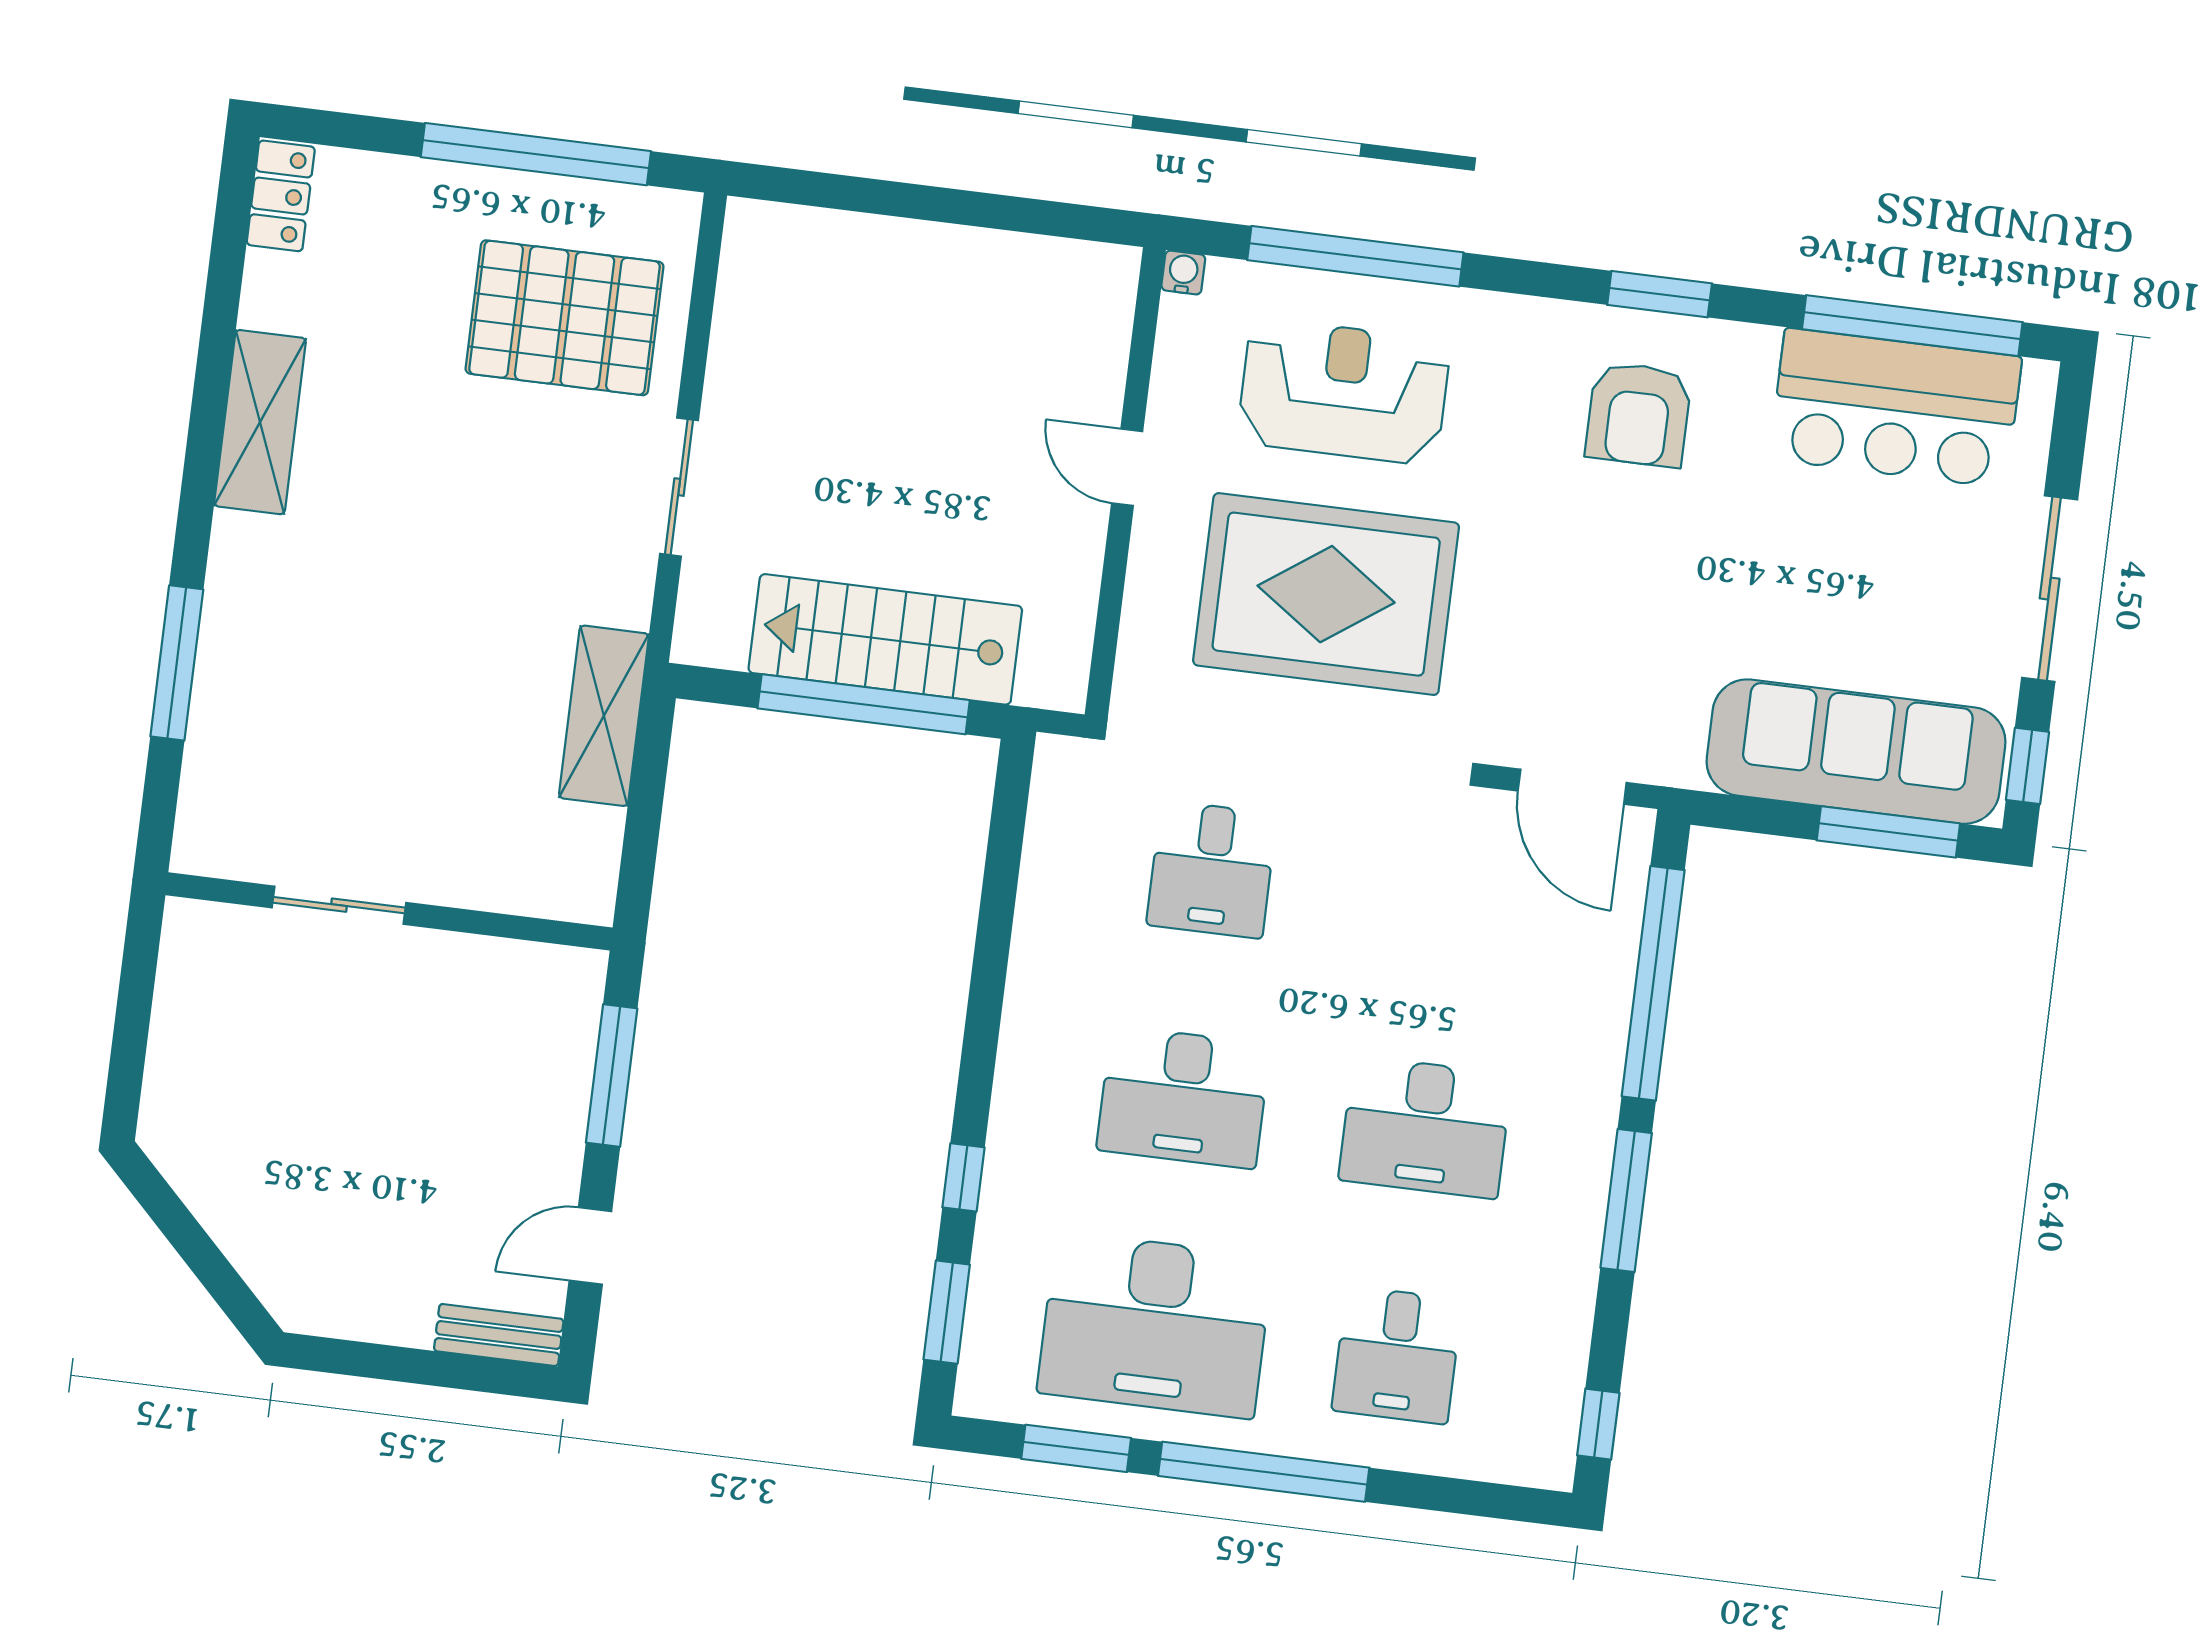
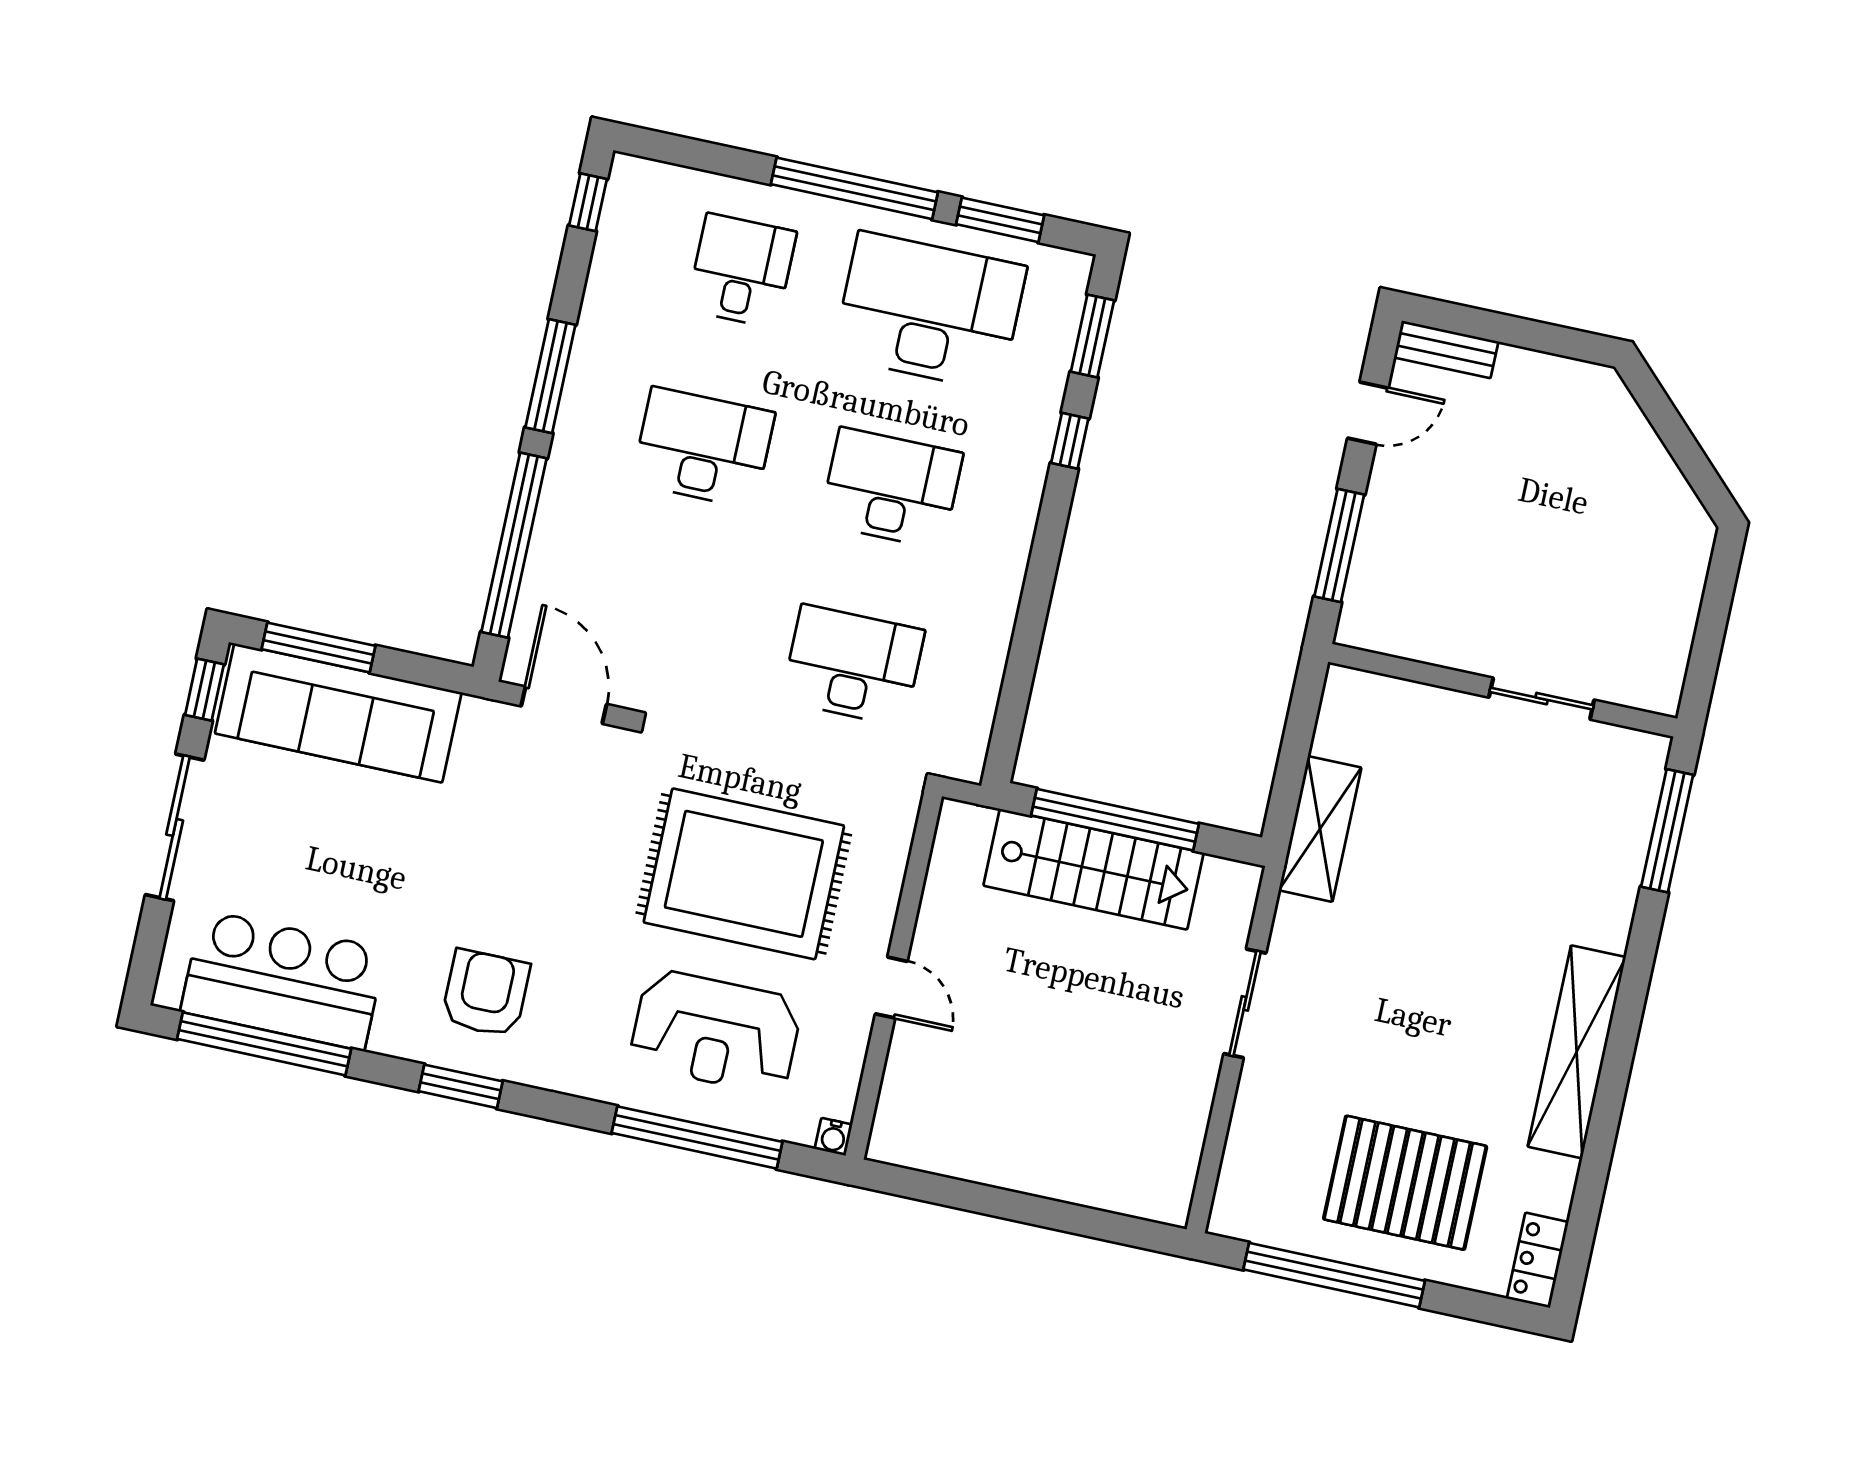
pallet: (565, 318) -> (1405, 1183), moved
shelving: (260, 422) -> (1577, 1052), width x1.47
window: (177, 663) -> (1667, 831), moved
desk: (1212, 869) -> (853, 665), width x1.37

